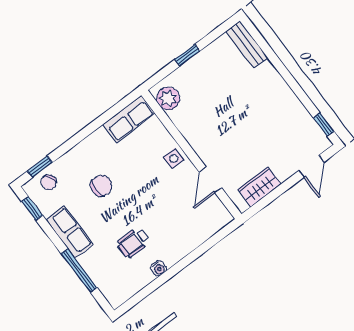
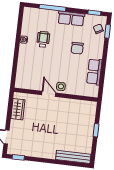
bench: (247, 45) -> (73, 157), width x1.36
plant: (168, 98) -> (86, 107), removed
row of seats: (129, 119) -> (94, 72), moved
door: (210, 180) -> (49, 94), moved

